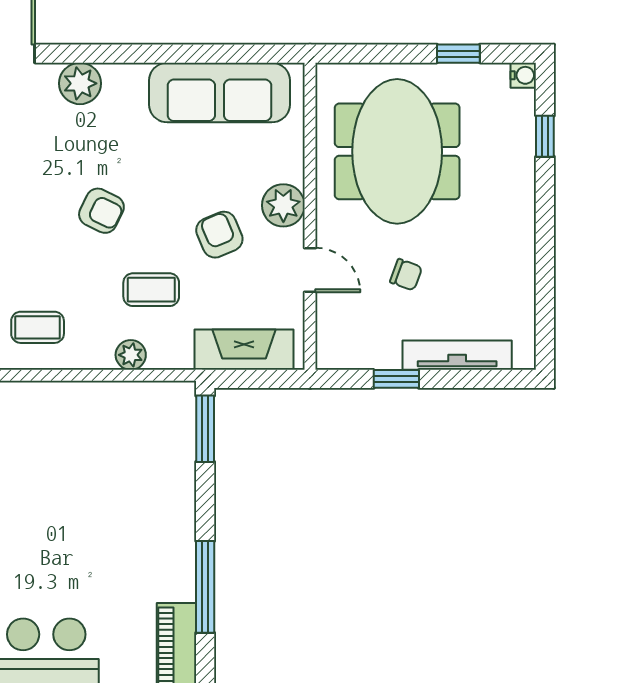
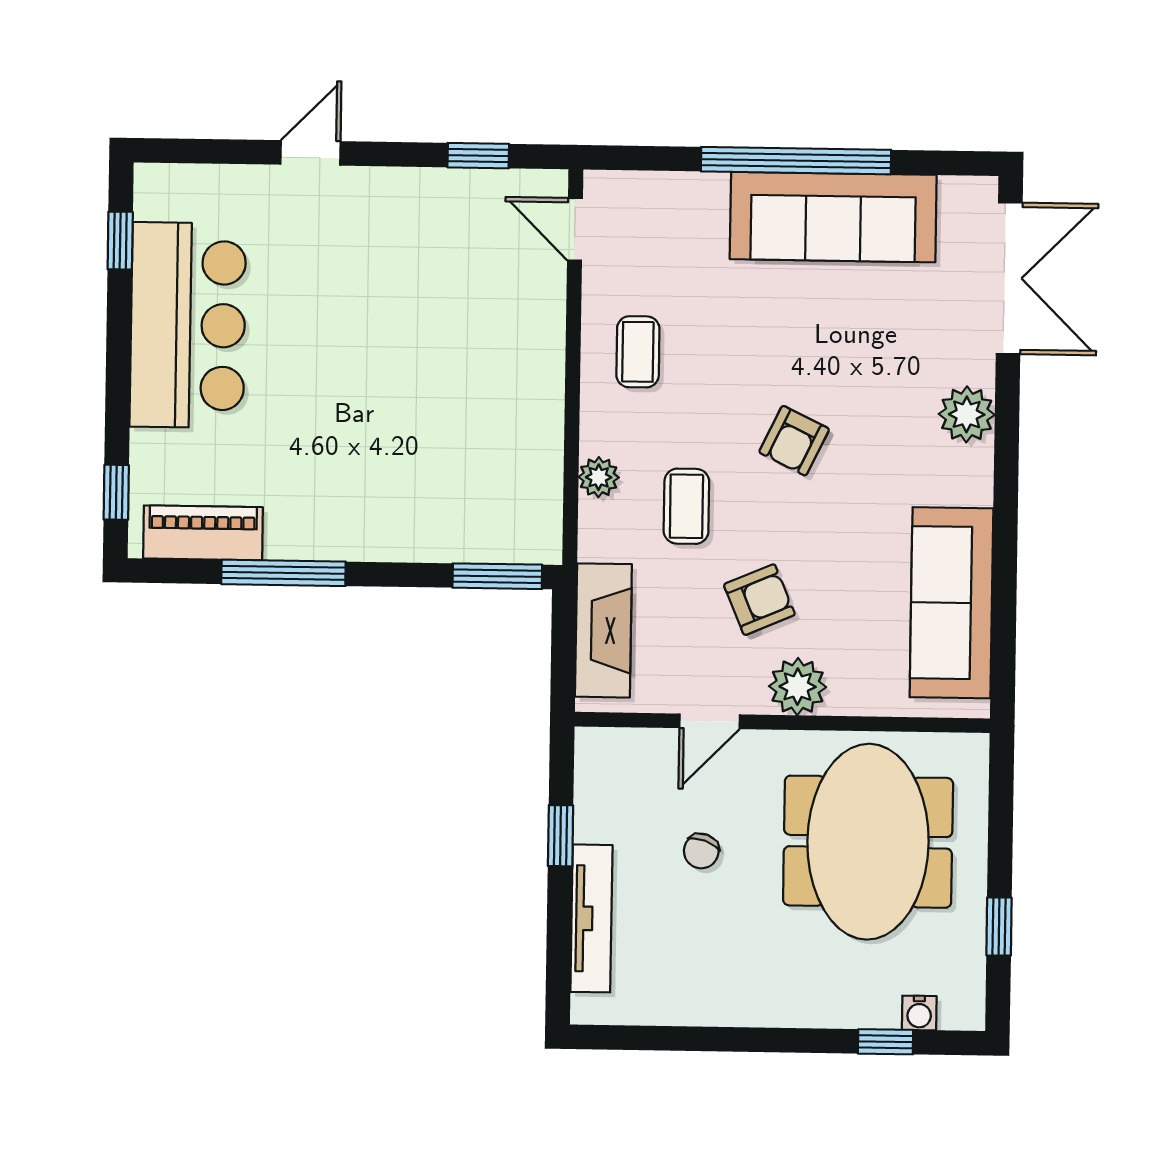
water cooler: (523, 75) -> (919, 1013), moved
meeting table: (397, 151) -> (868, 842), turned 90

